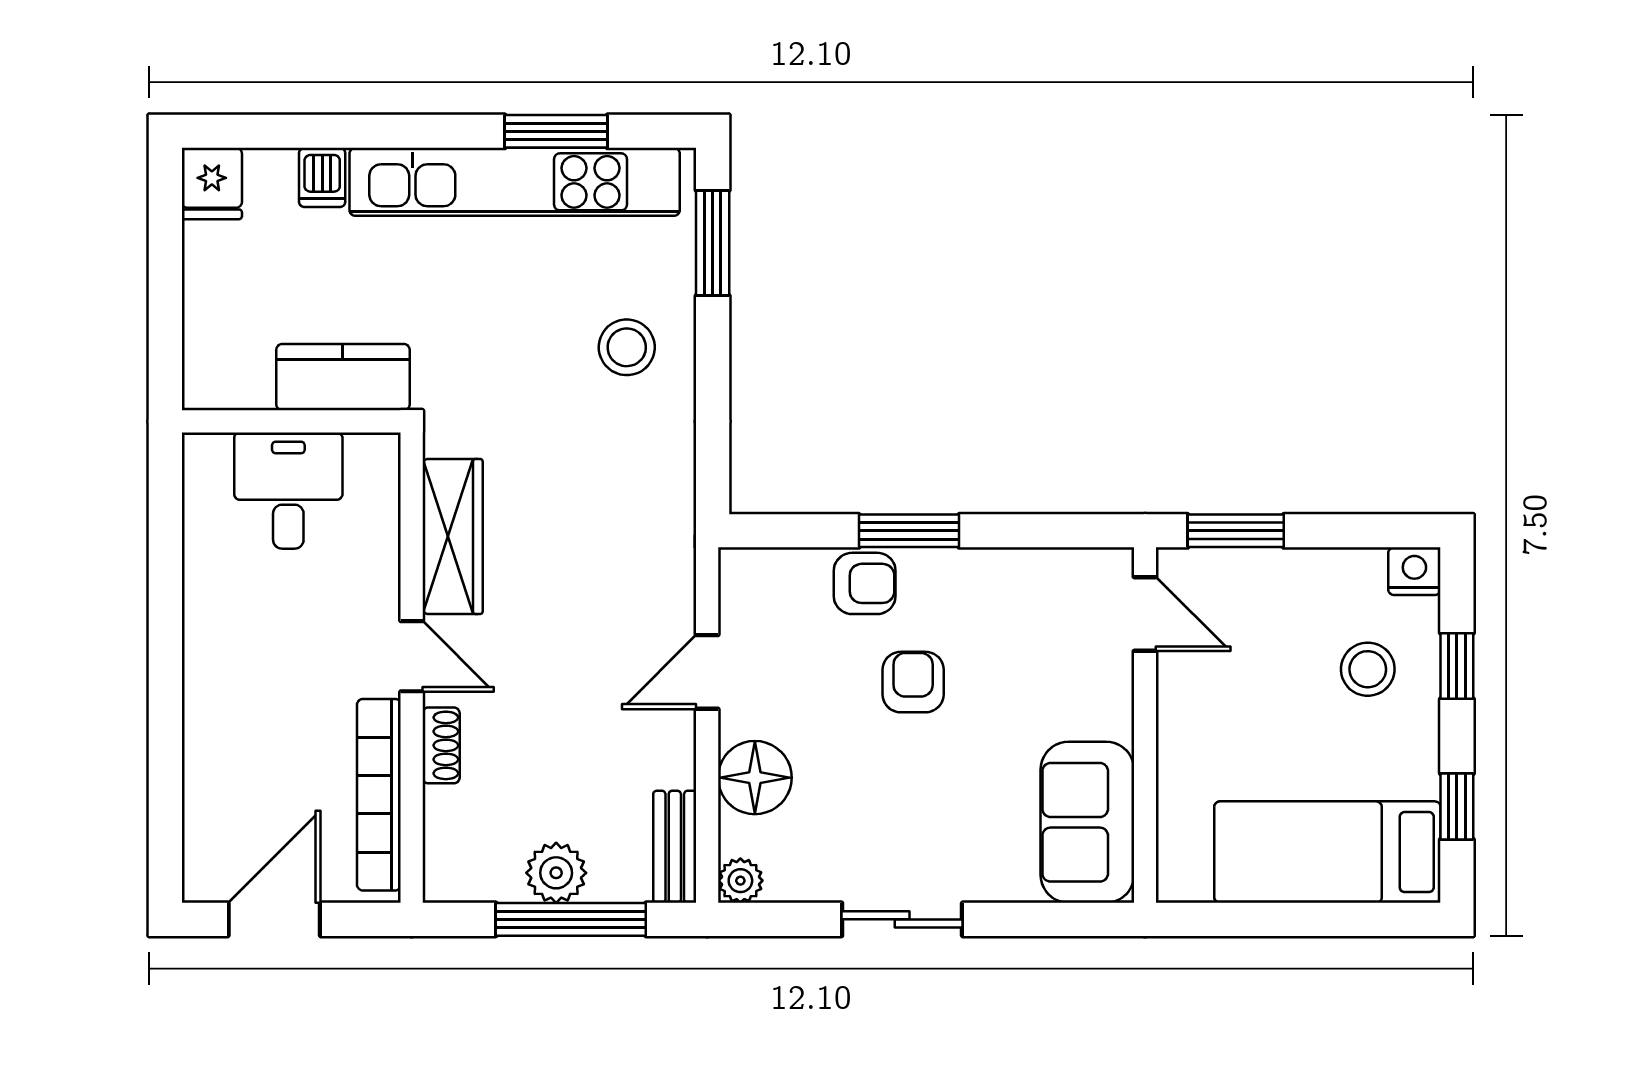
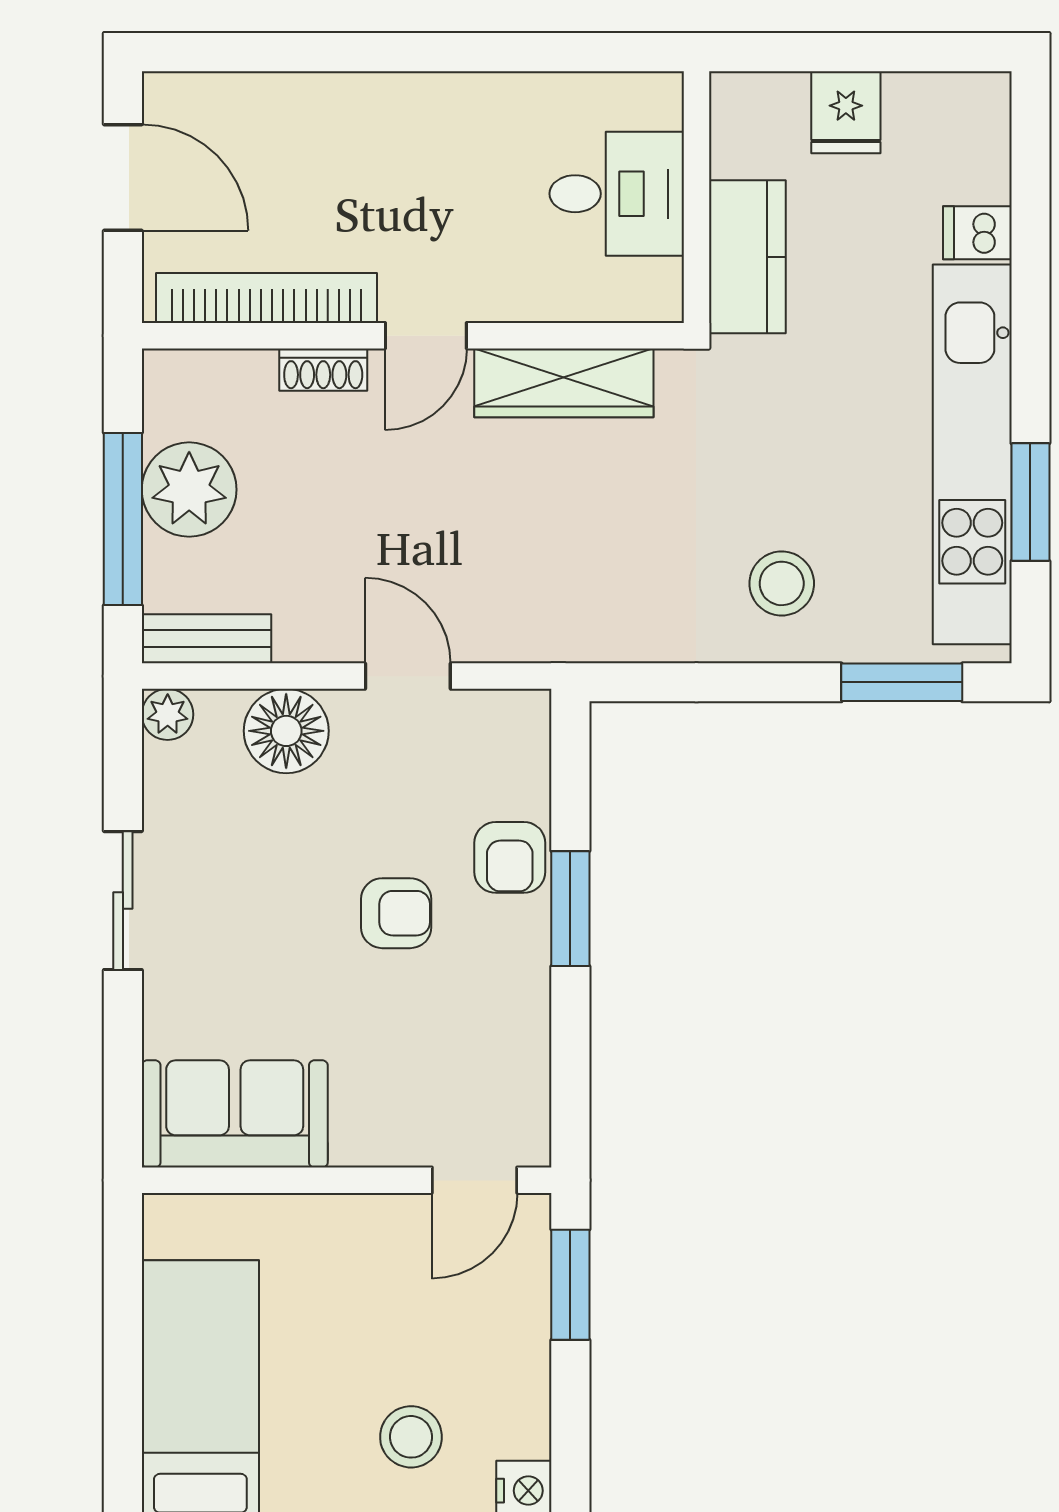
fridge: (212, 184) -> (846, 112), moved, turned -90
plant: (556, 873) -> (189, 490), width x1.36, depth x1.36

